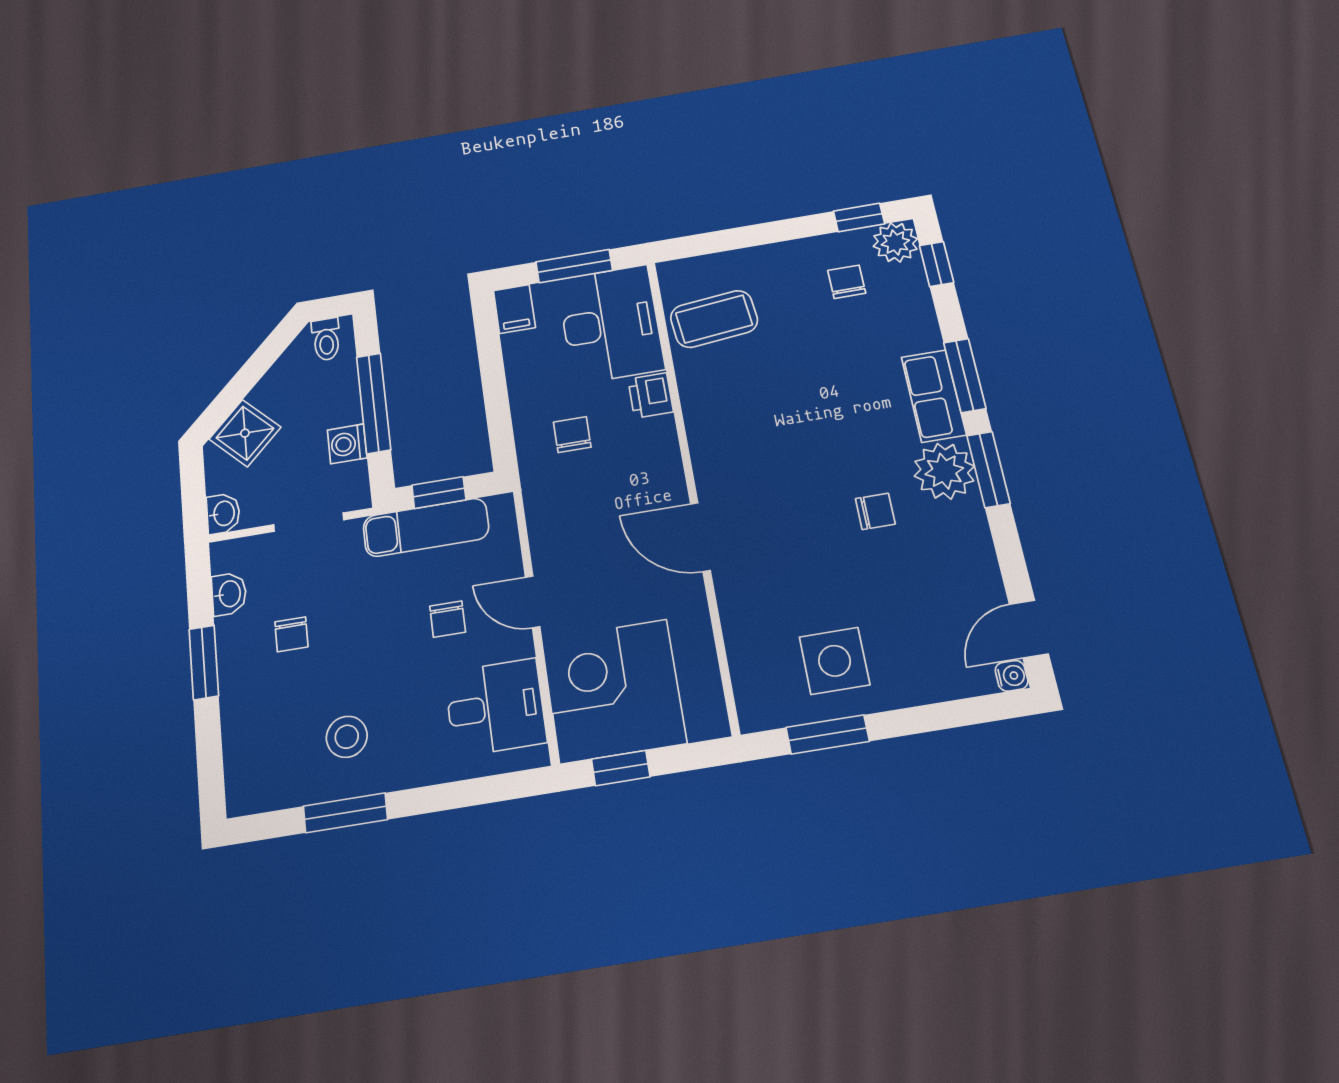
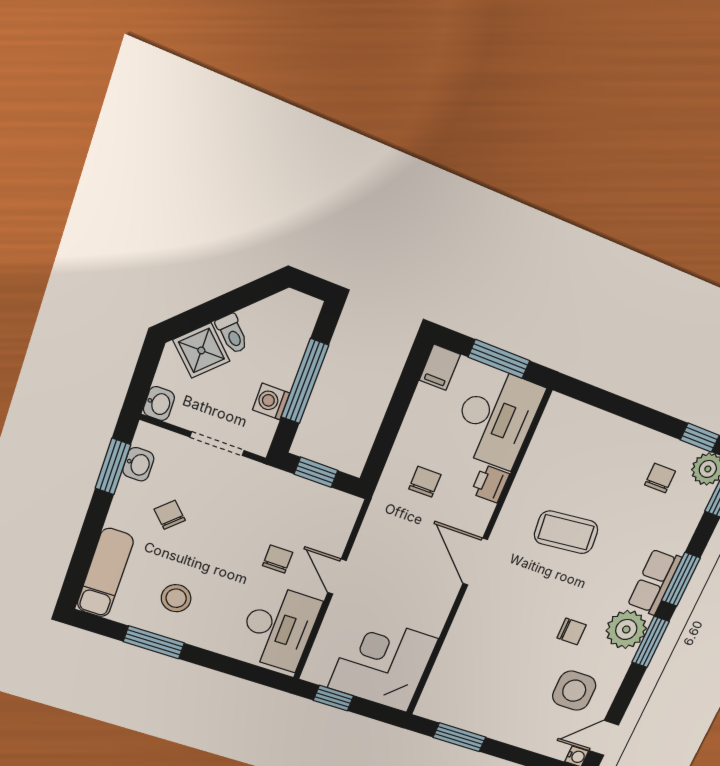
coffee table: (714, 319) -> (566, 532), moved
toilet: (326, 339) -> (232, 334), moved, turned -45
exam couch: (426, 527) -> (105, 573), moved, turned -90
door: (700, 537) -> (475, 562), moved
chair: (448, 619) -> (278, 559), turned 180
chair: (291, 634) -> (170, 515), turned 136
side table: (835, 661) -> (574, 691), moved
window: (204, 662) -> (113, 466), moved
corner desk: (614, 691) -> (383, 663), moved
desk: (495, 707) -> (279, 628), width x1.37

